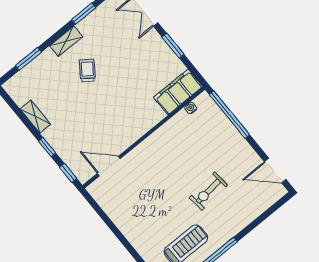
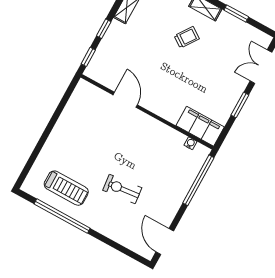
door: (109, 166) -> (125, 100), moved

